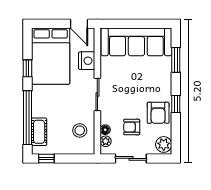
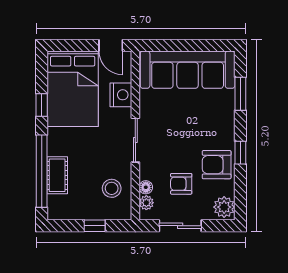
armchair: (158, 113) -> (217, 165), turned 90
cot: (39, 132) -> (57, 175), moved
window: (46, 158) -> (95, 226), moved

